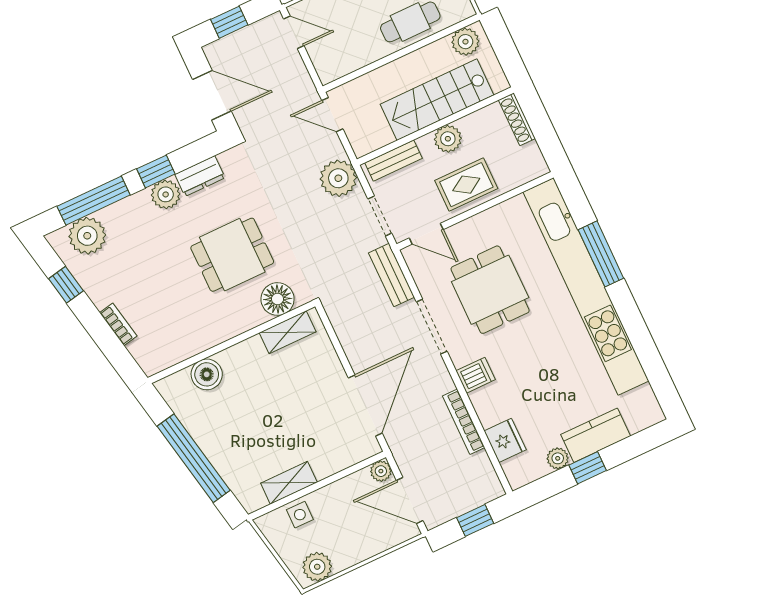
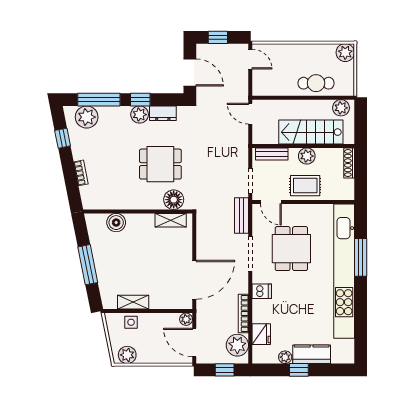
plant: (338, 178) -> (237, 345), moved
window: (194, 458) -> (88, 265), width x0.68

